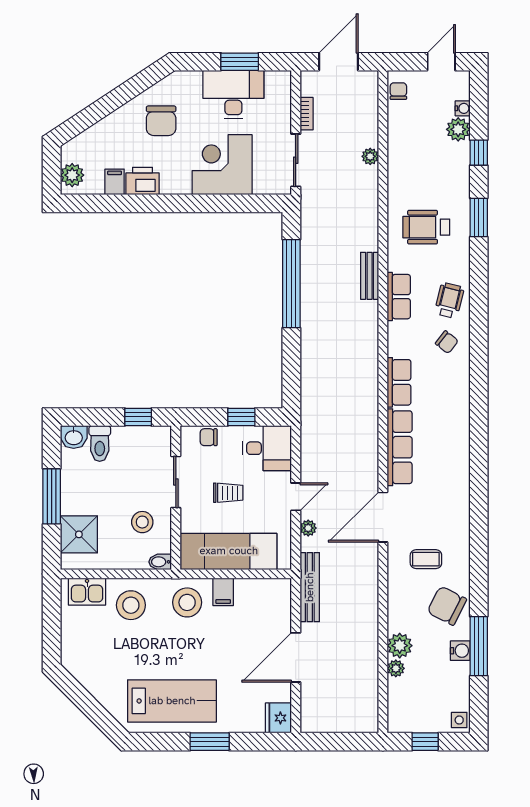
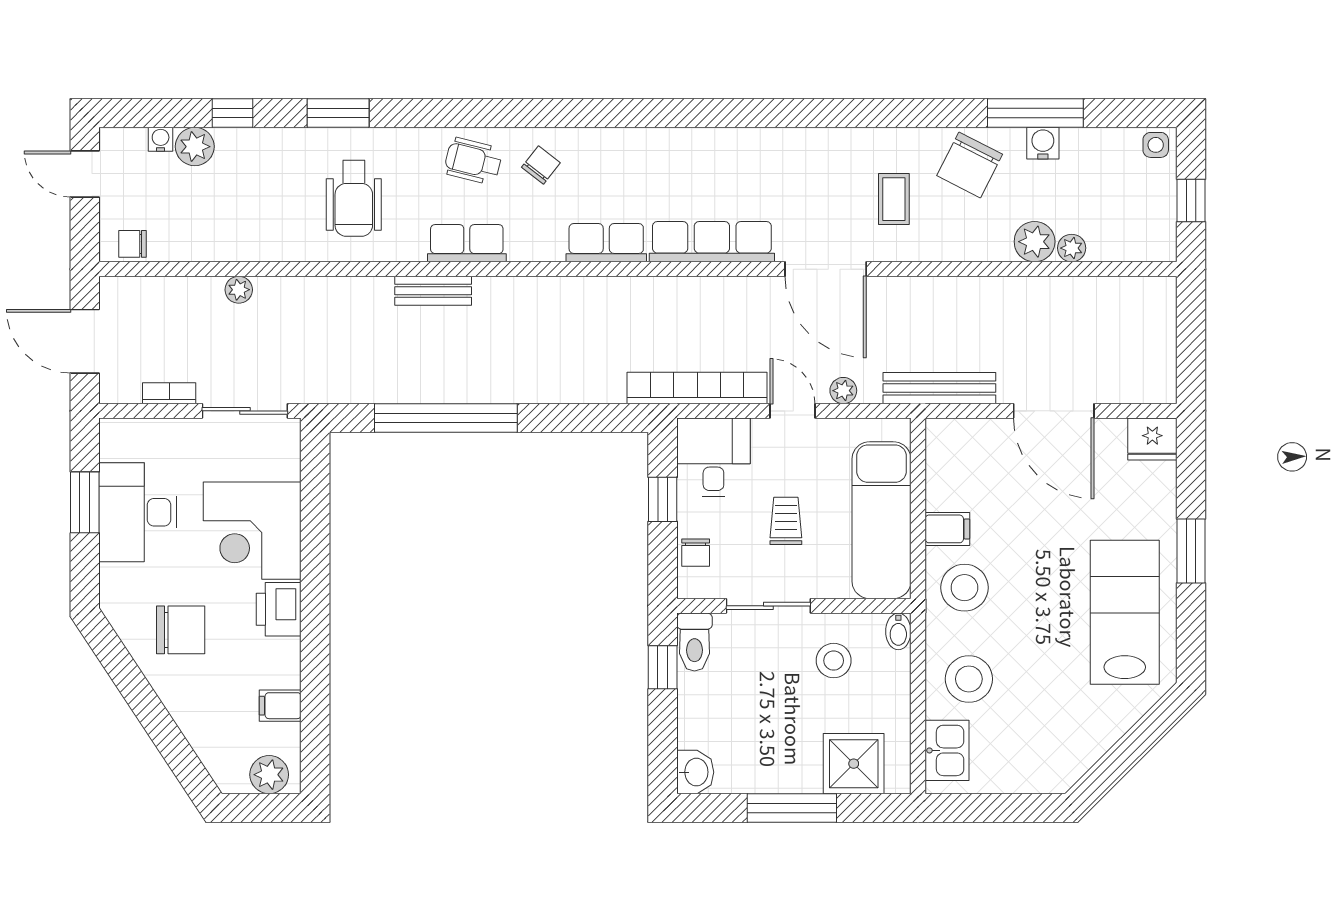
printer: (142, 181) -> (279, 609), moved
bookcase: (310, 438) -> (697, 388), added
toilet: (100, 444) -> (694, 642), moved, turned 90

